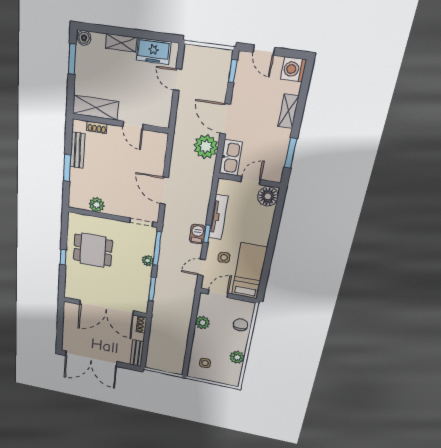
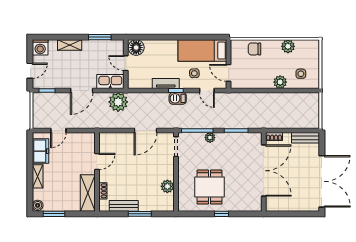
plant: (206, 147) -> (118, 102), moved
tv unit: (218, 217) -> (166, 83), width x0.71
plant: (203, 323) -> (280, 82), moved

